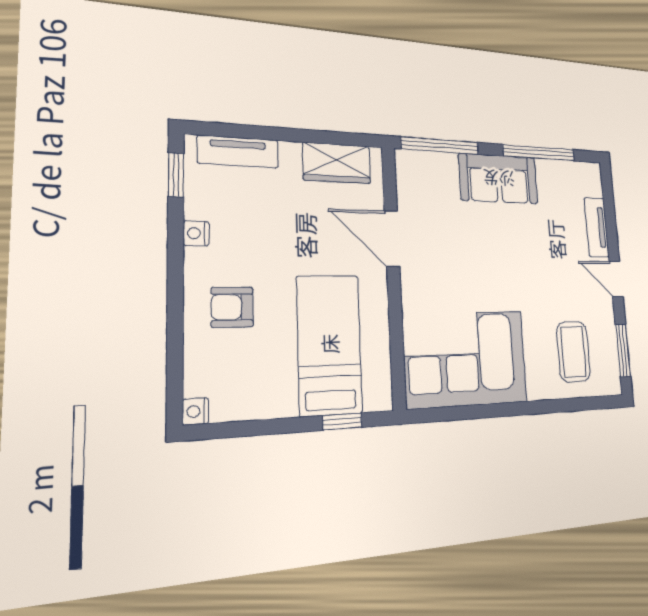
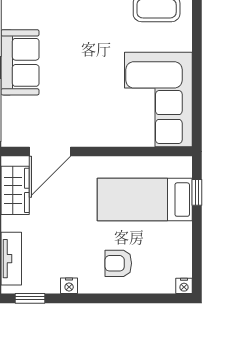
door: (392, 239) -> (50, 151), moved
armchair: (232, 307) -> (118, 263), turned 90

